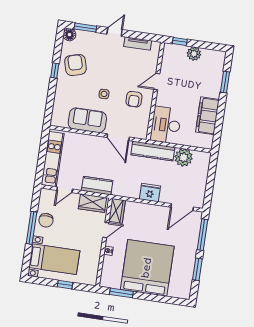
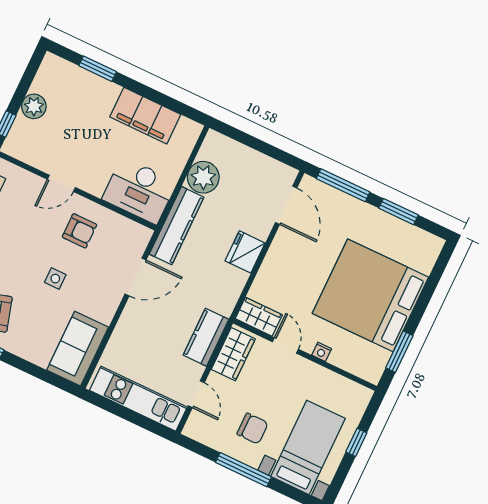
door: (157, 81) -> (61, 183), hinge flipped
sofa: (87, 120) -> (78, 349), moved
chair: (46, 220) -> (253, 429), moved

